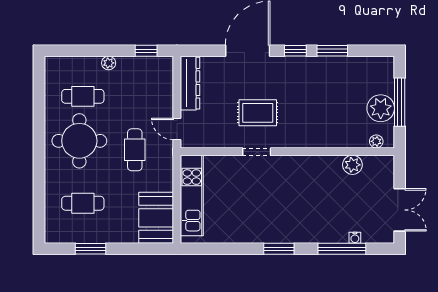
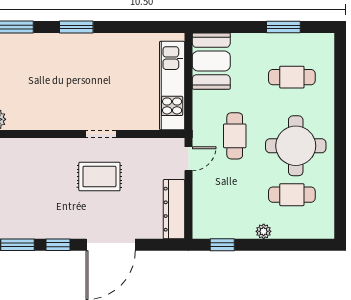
door: (177, 129) -> (188, 159), hinge flipped

